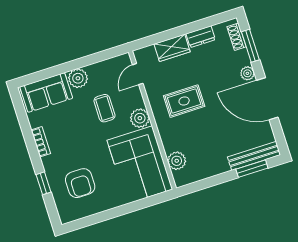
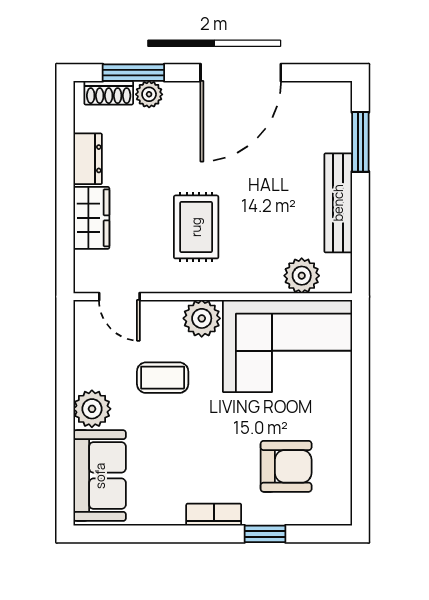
plant: (247, 73) -> (149, 94), moved
bookcase: (41, 142) -> (214, 515), moved
bench: (254, 156) -> (338, 203), moved

